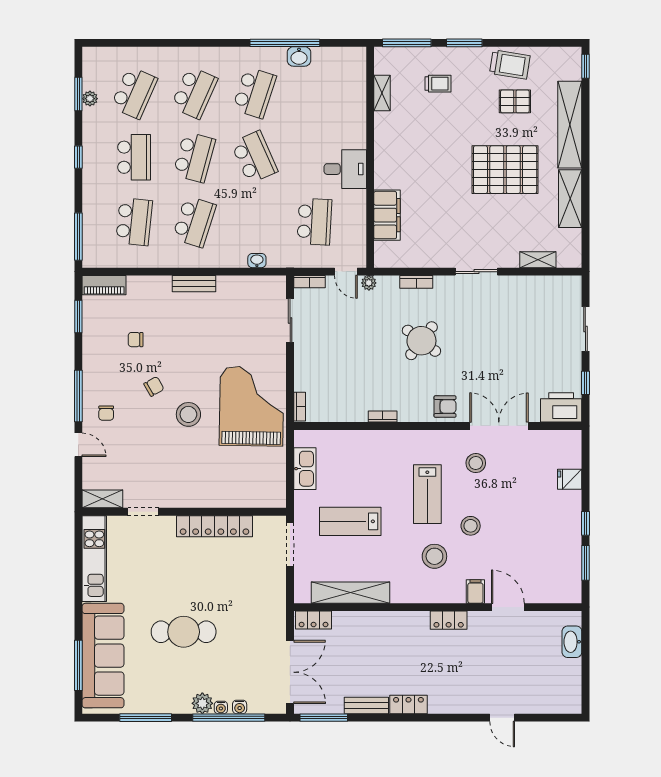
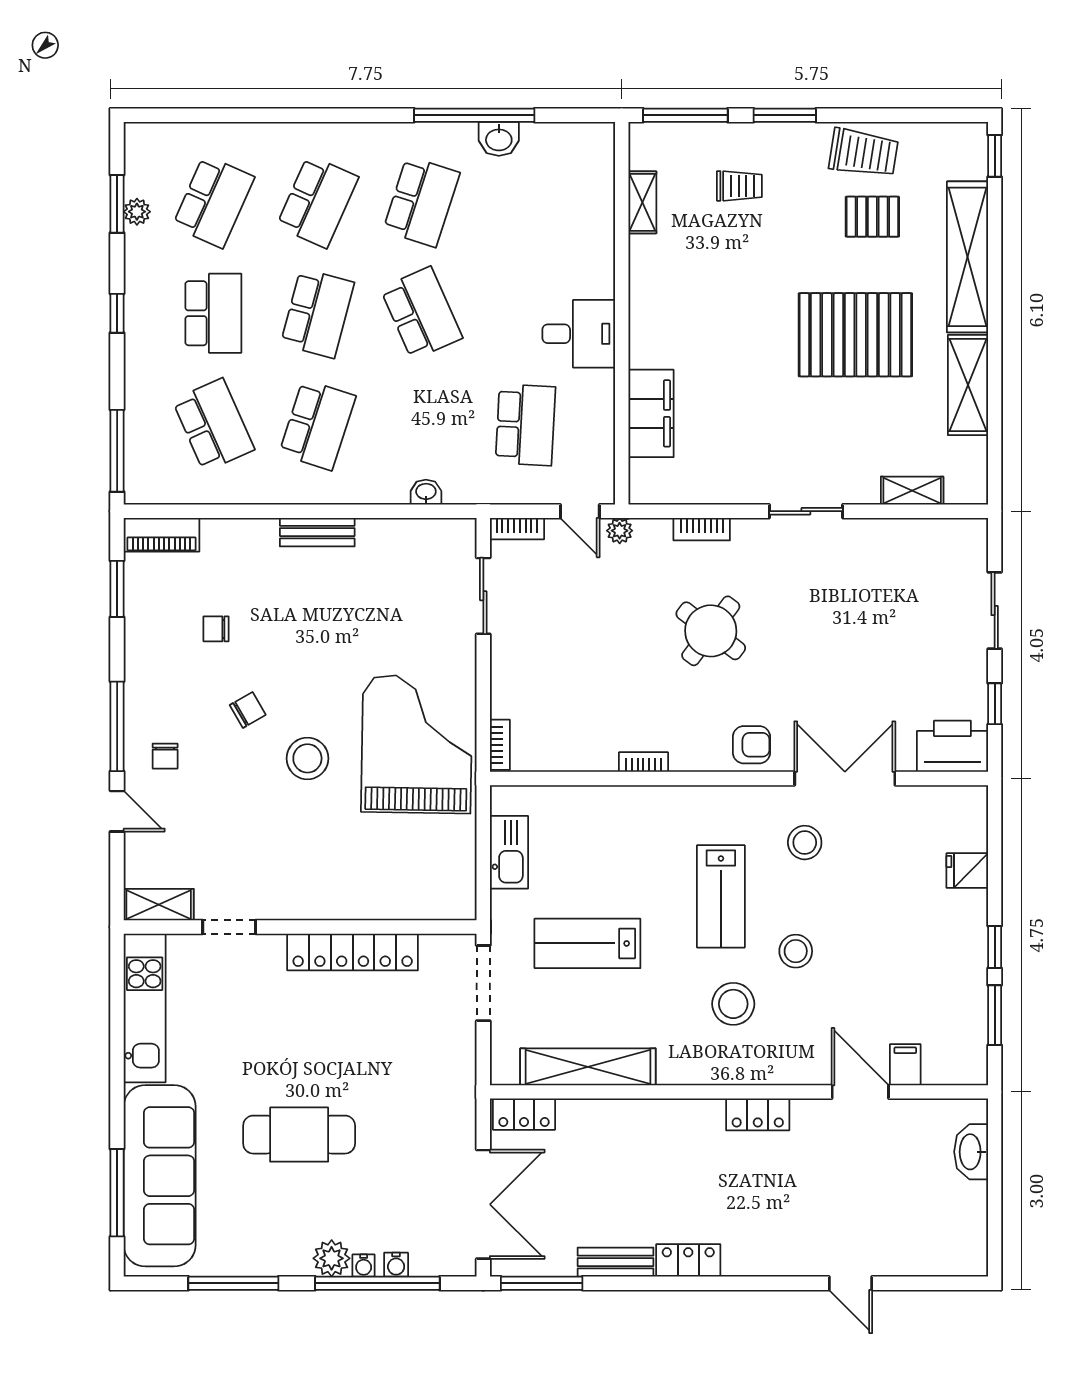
school desk: (134, 222) -> (213, 425), turned -30
filing cabinet: (475, 591) -> (905, 1065), moved

